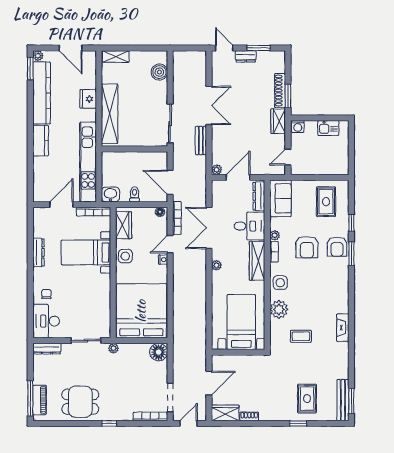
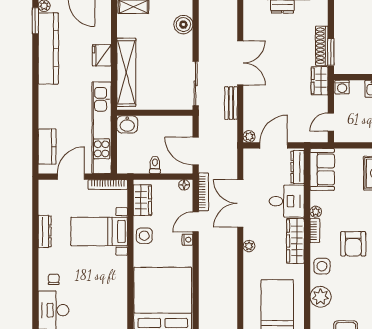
kitchen counter: (41, 141) -> (47, 147), moved
washbasin: (110, 194) -> (127, 124), moved, turned 180
armchair: (307, 247) -> (353, 244), moved

